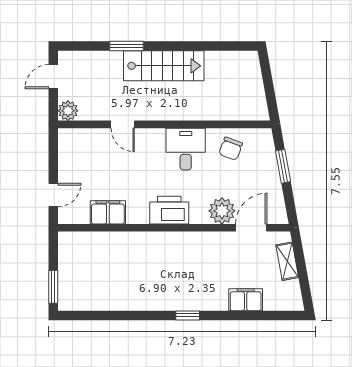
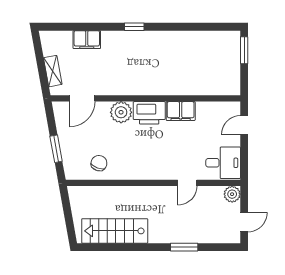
stairs: (164, 66) -> (115, 231), moved
door: (123, 124) -> (187, 183), swing flipped
desk: (186, 149) -> (223, 163), moved, turned -90
plant: (222, 211) -> (121, 112), moved
filing cabinet: (108, 212) -> (181, 111), moved

